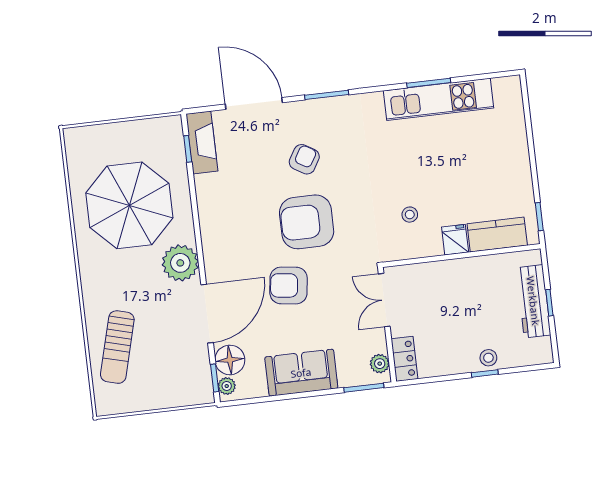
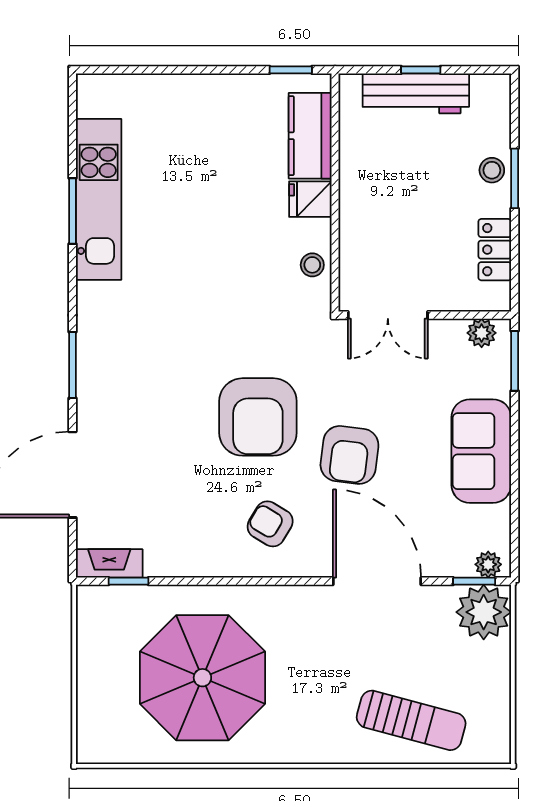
fireplace: (202, 142) -> (109, 563), width x0.73, depth x0.76
armchair: (304, 159) -> (270, 524), moved
stool: (410, 215) -> (312, 265), moved
plant: (180, 263) -> (484, 612), moved
locker: (404, 359) -> (495, 250), moved, turned -90
floor lamp: (230, 360) -> (450, 555), removed
window: (485, 373) -> (515, 178), width x1.50

